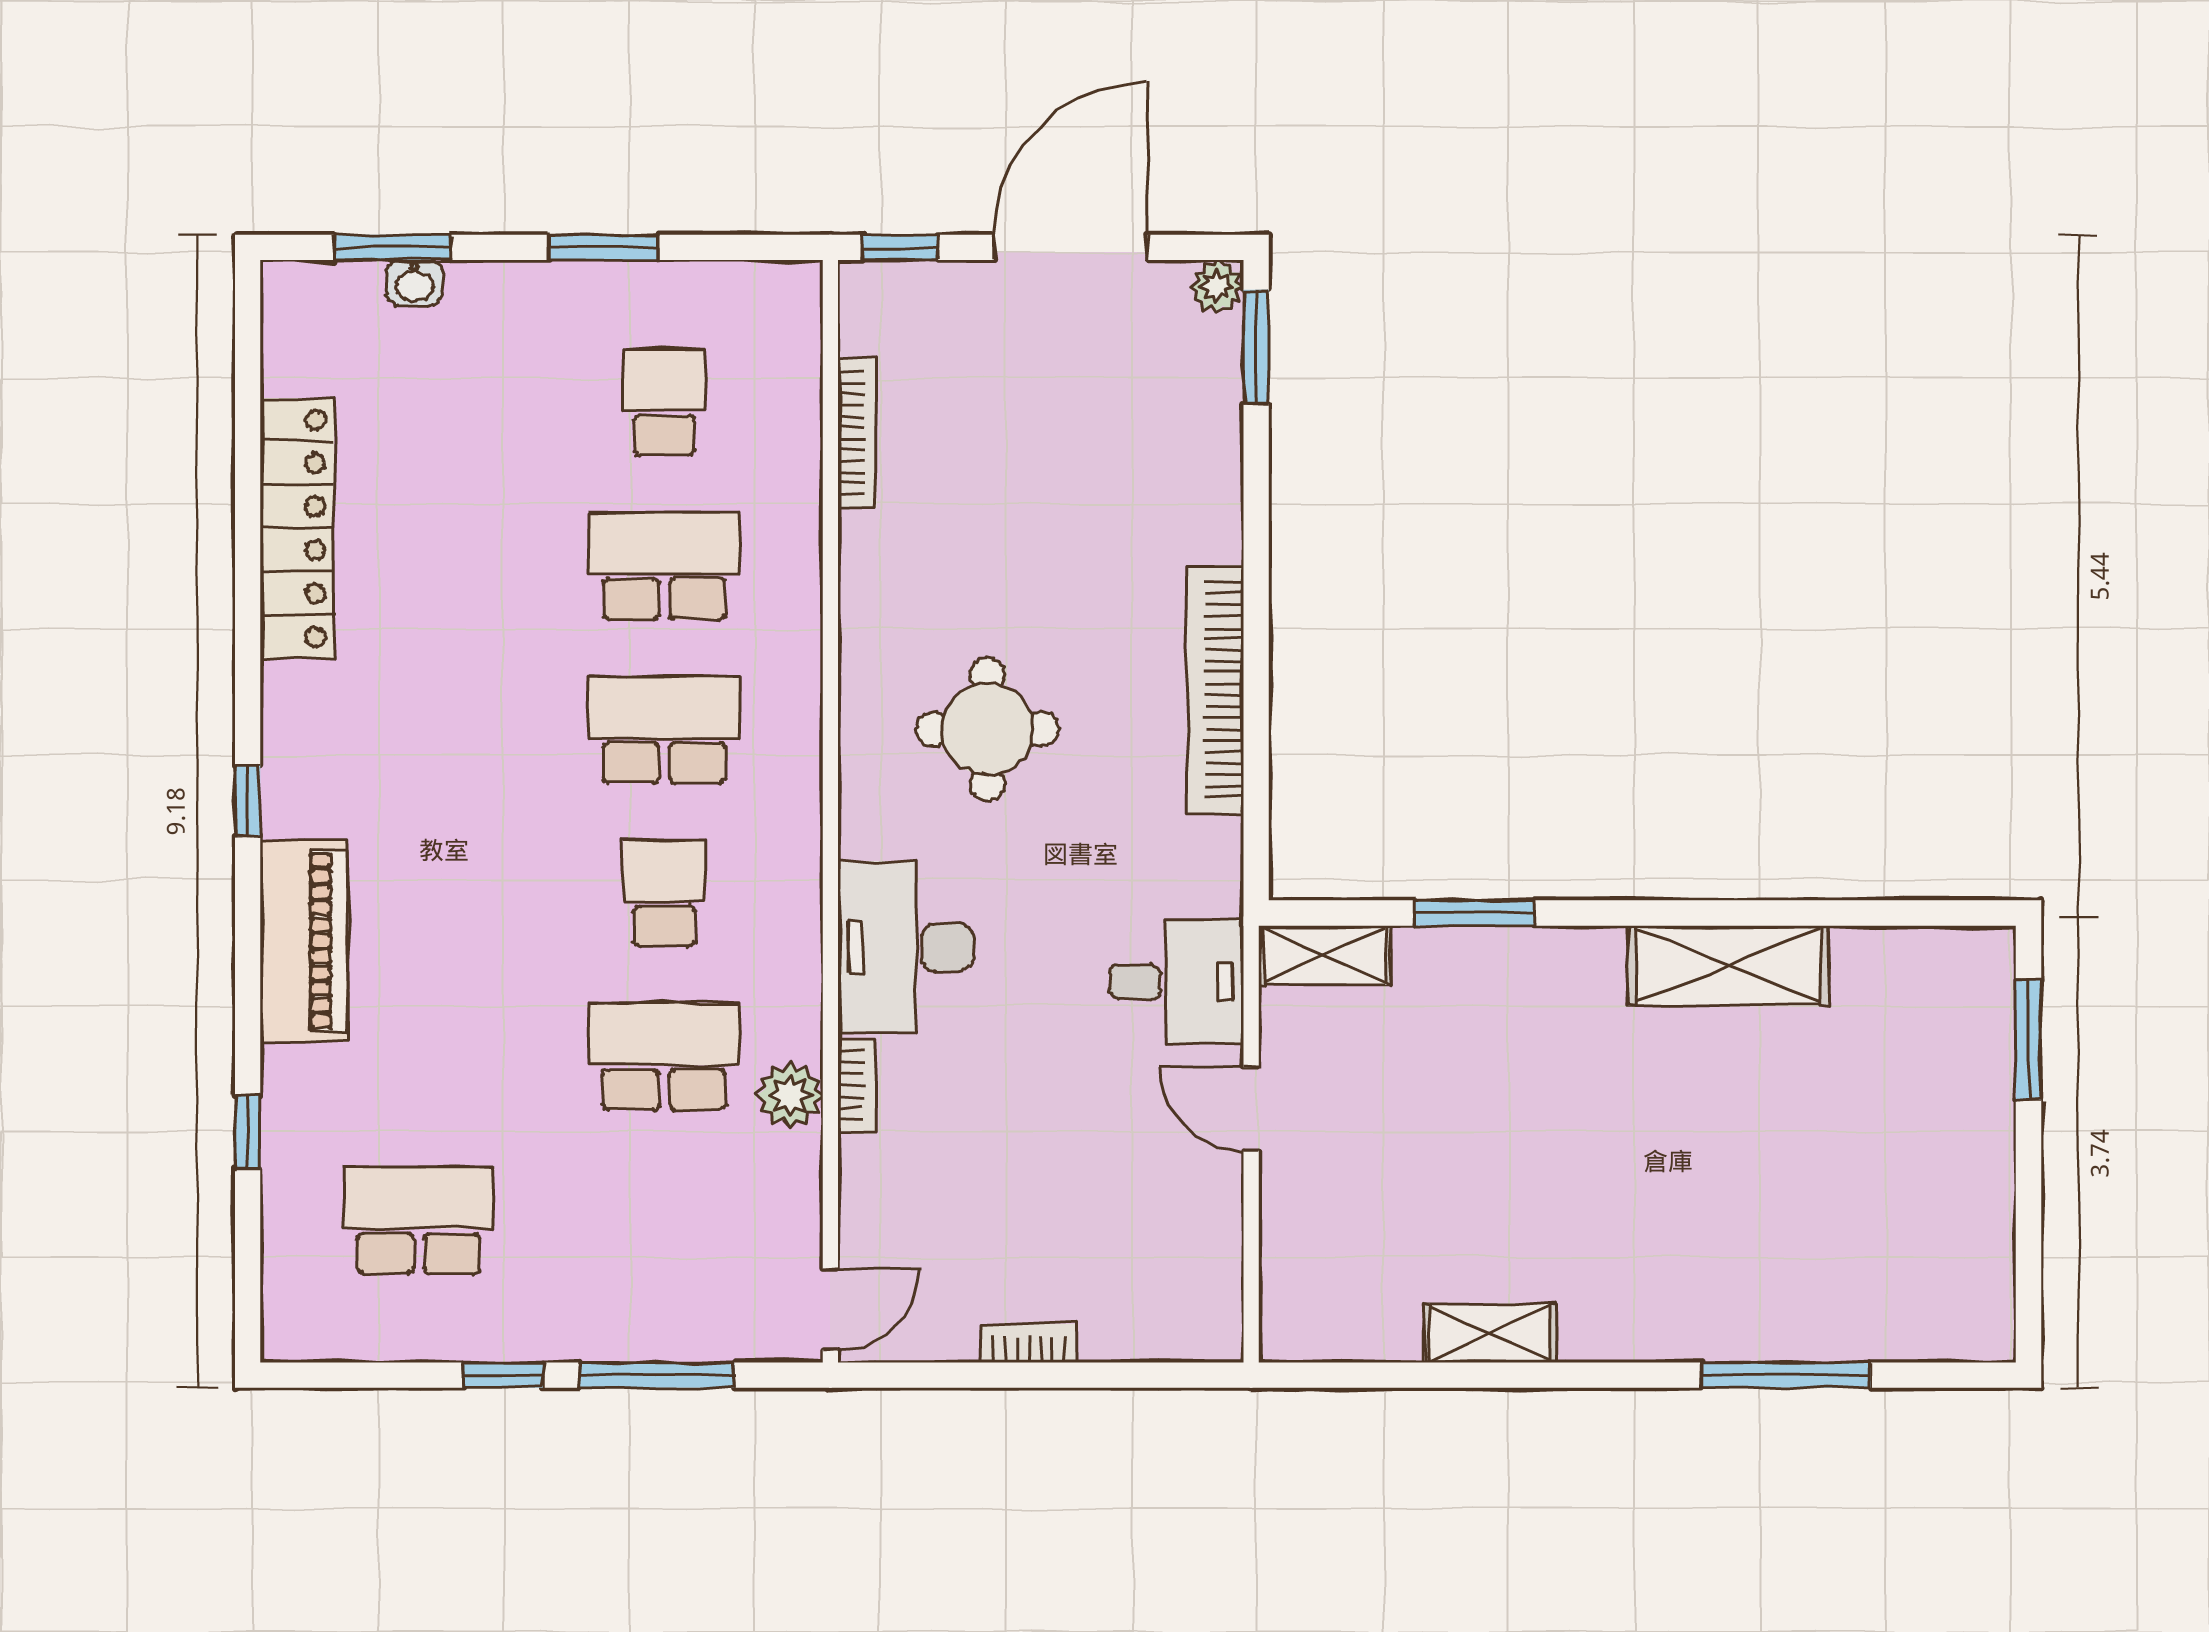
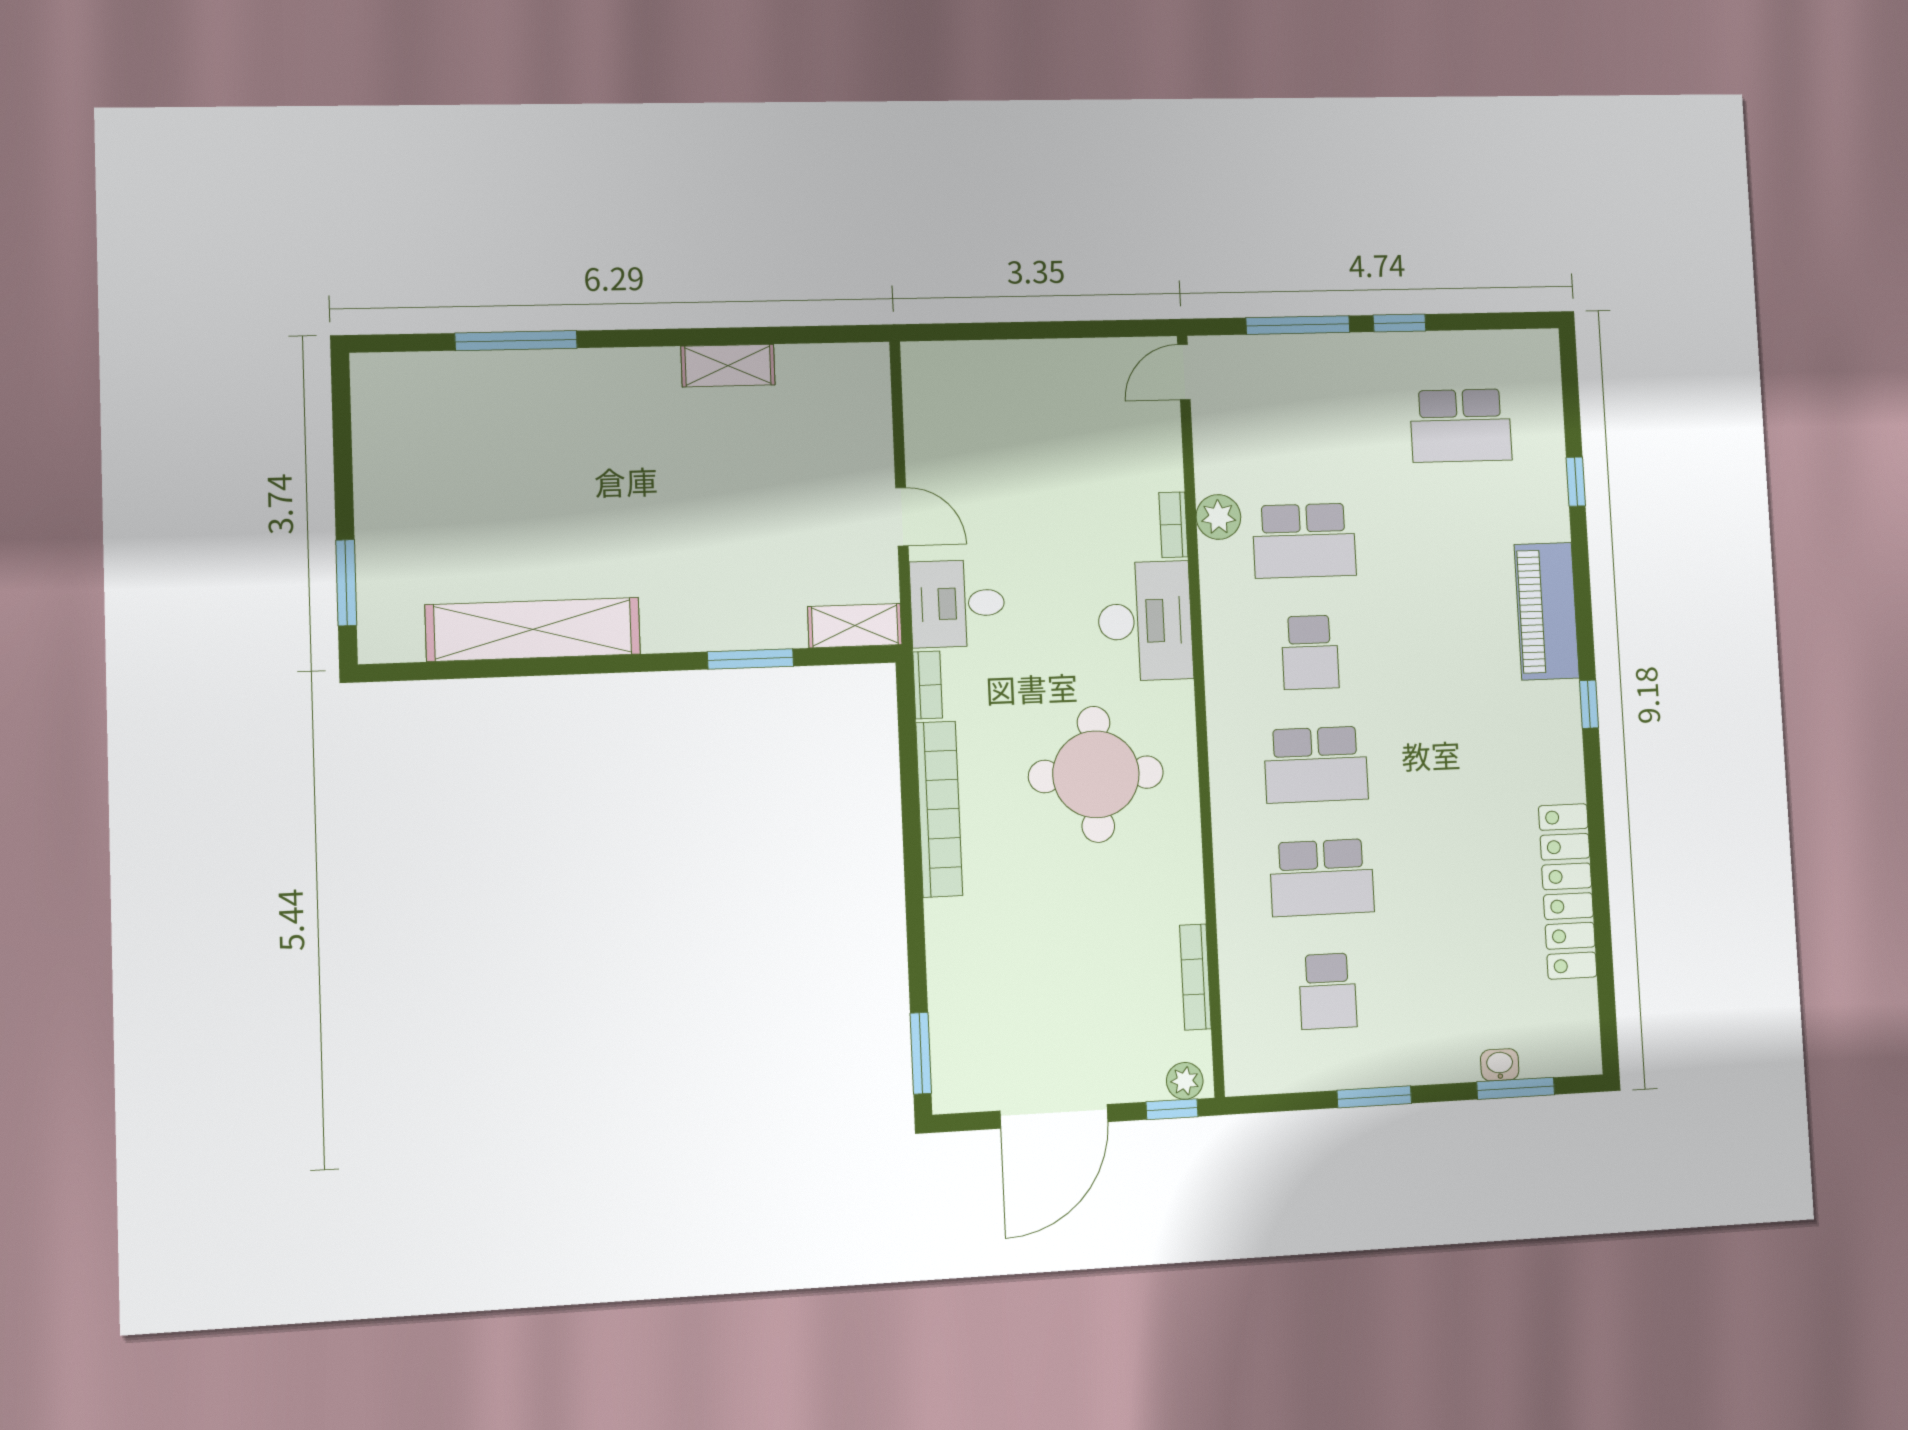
plant: (1217, 286) -> (1185, 1081), moved
round table: (988, 729) -> (1096, 774), width x1.36, depth x1.36
shelving: (1729, 966) -> (533, 629), width x1.47
bookcase: (1029, 1343) -> (928, 685), moved, turned -90

